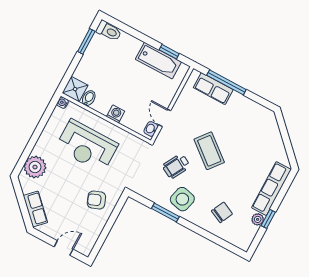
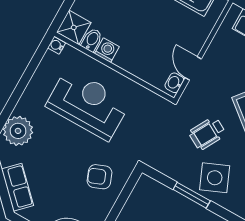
washing machine: (116, 114) -> (107, 50), moved
reception desk: (87, 146) -> (88, 104), turned 180
side table: (182, 199) -> (215, 178), turned -37

